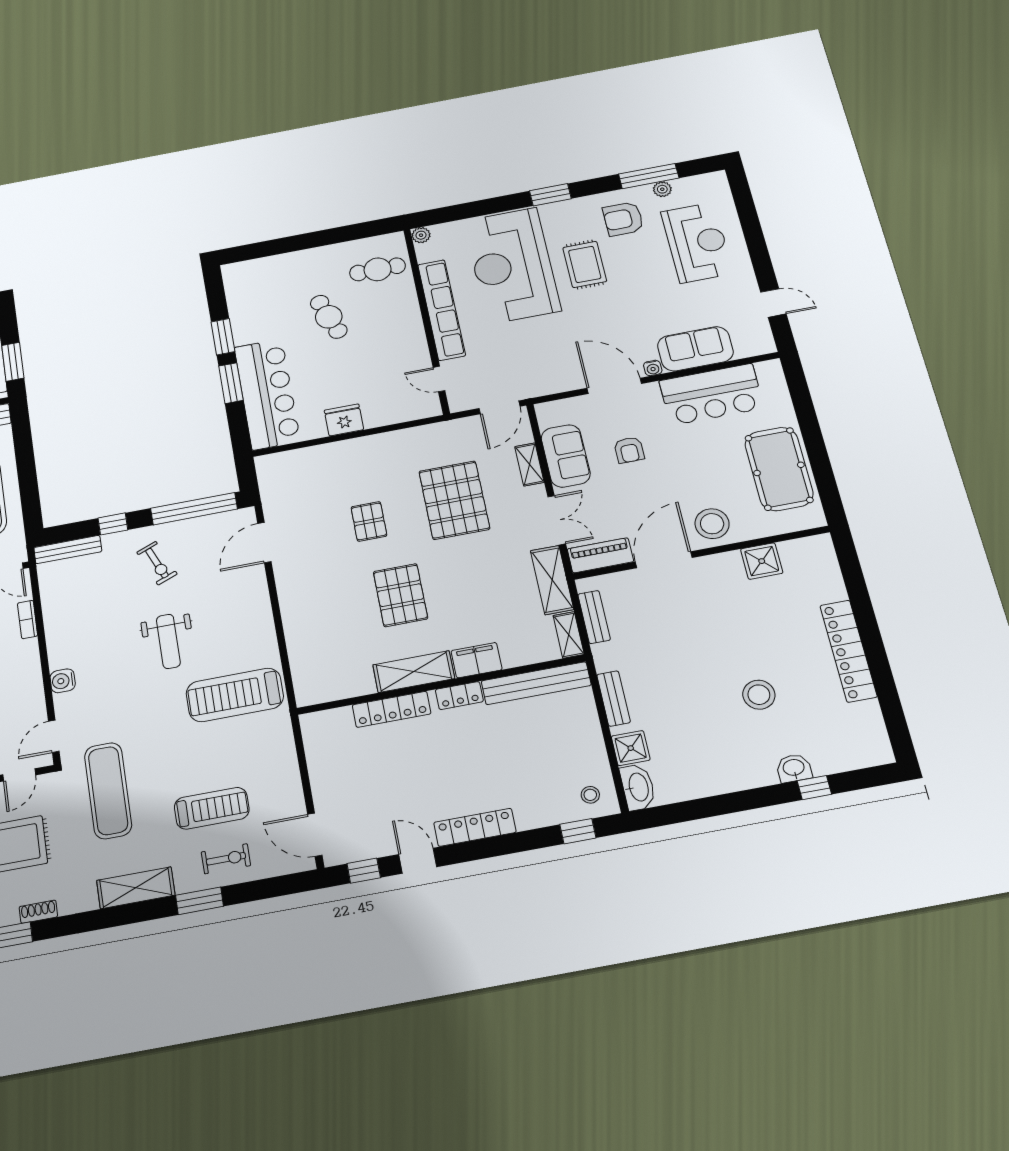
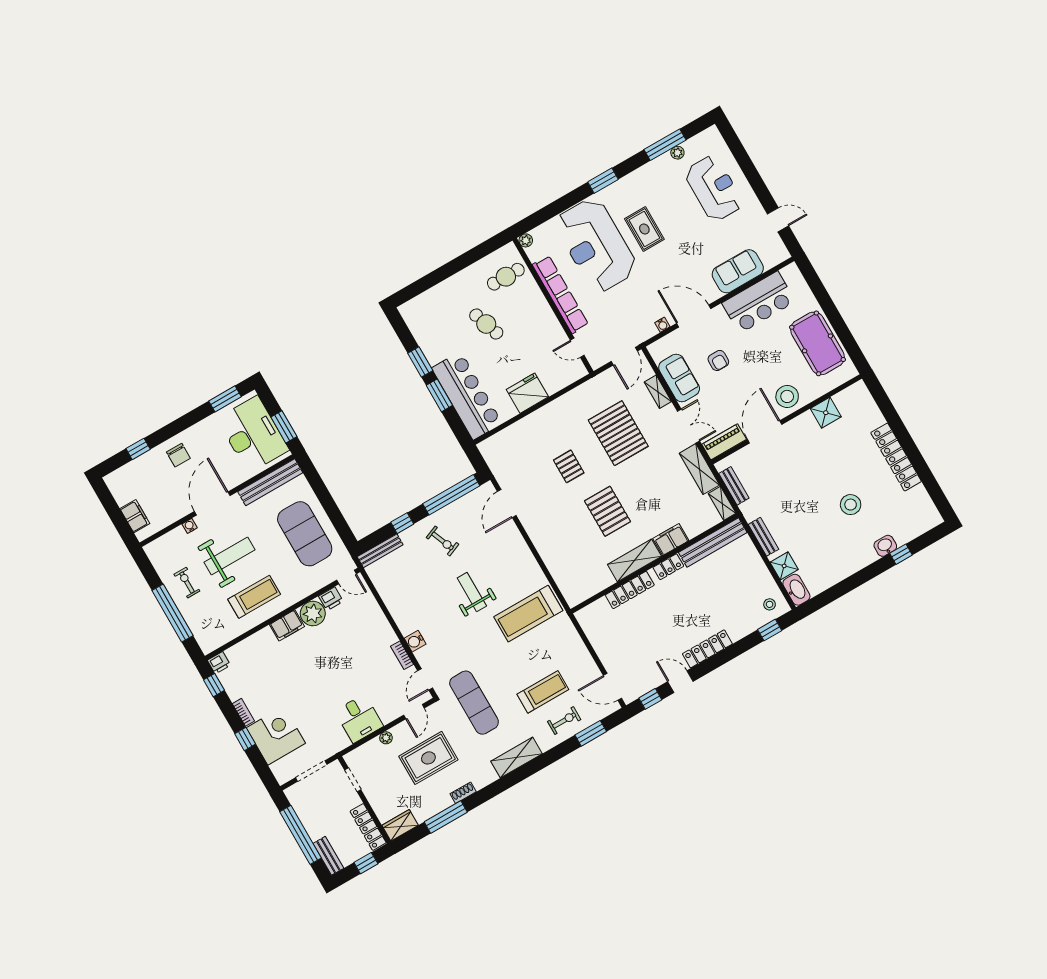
armchair: (623, 219) -> (659, 185), removed
water cooler: (653, 368) -> (662, 325), moved
fridge: (344, 420) -> (527, 393), width x1.36, depth x1.34
bookcase: (27, 619) -> (402, 655), moved
weight bench: (168, 641) -> (472, 592), turned 180
window: (199, 901) -> (591, 733), moved

